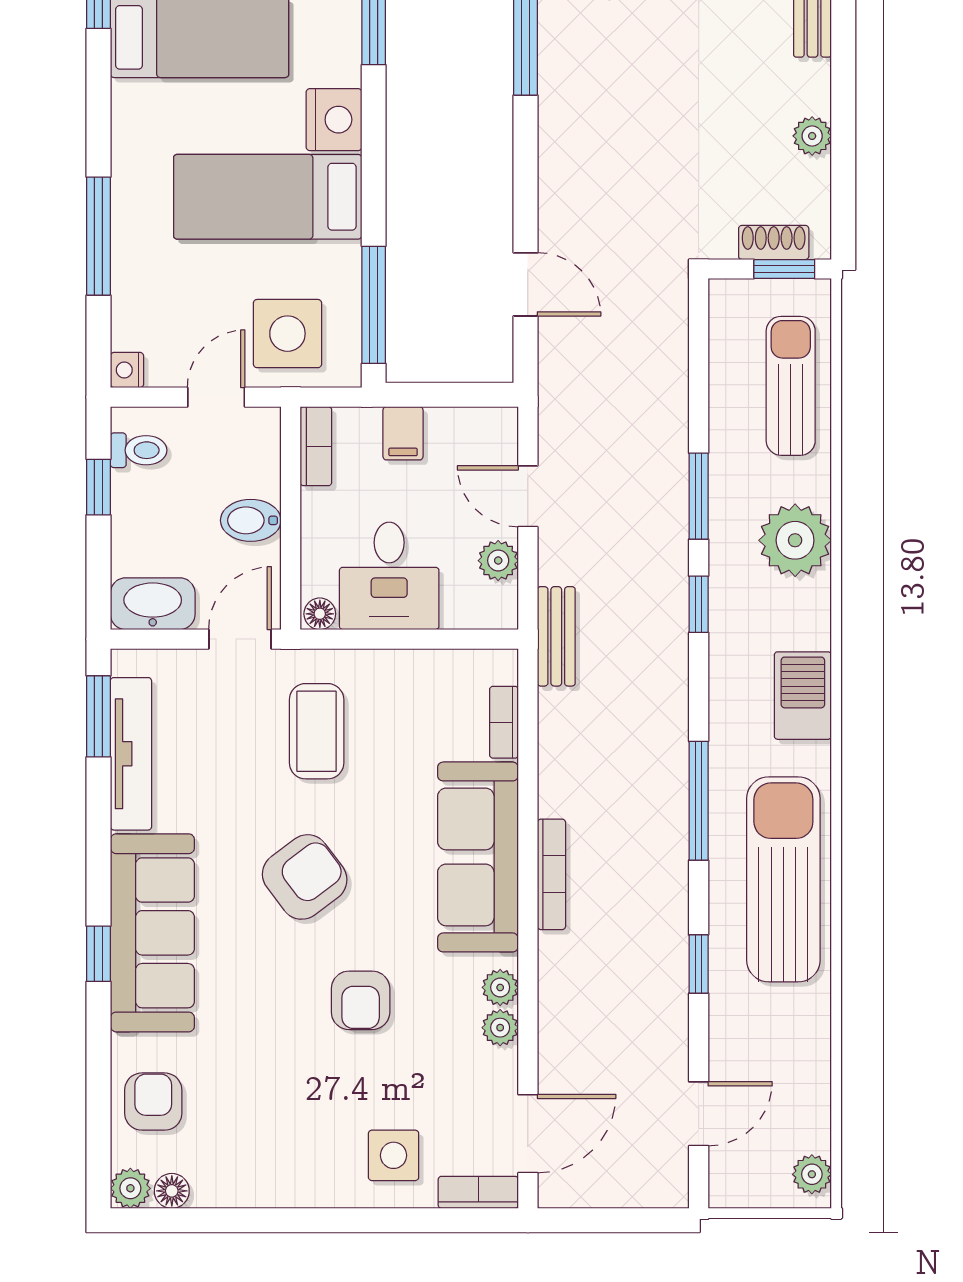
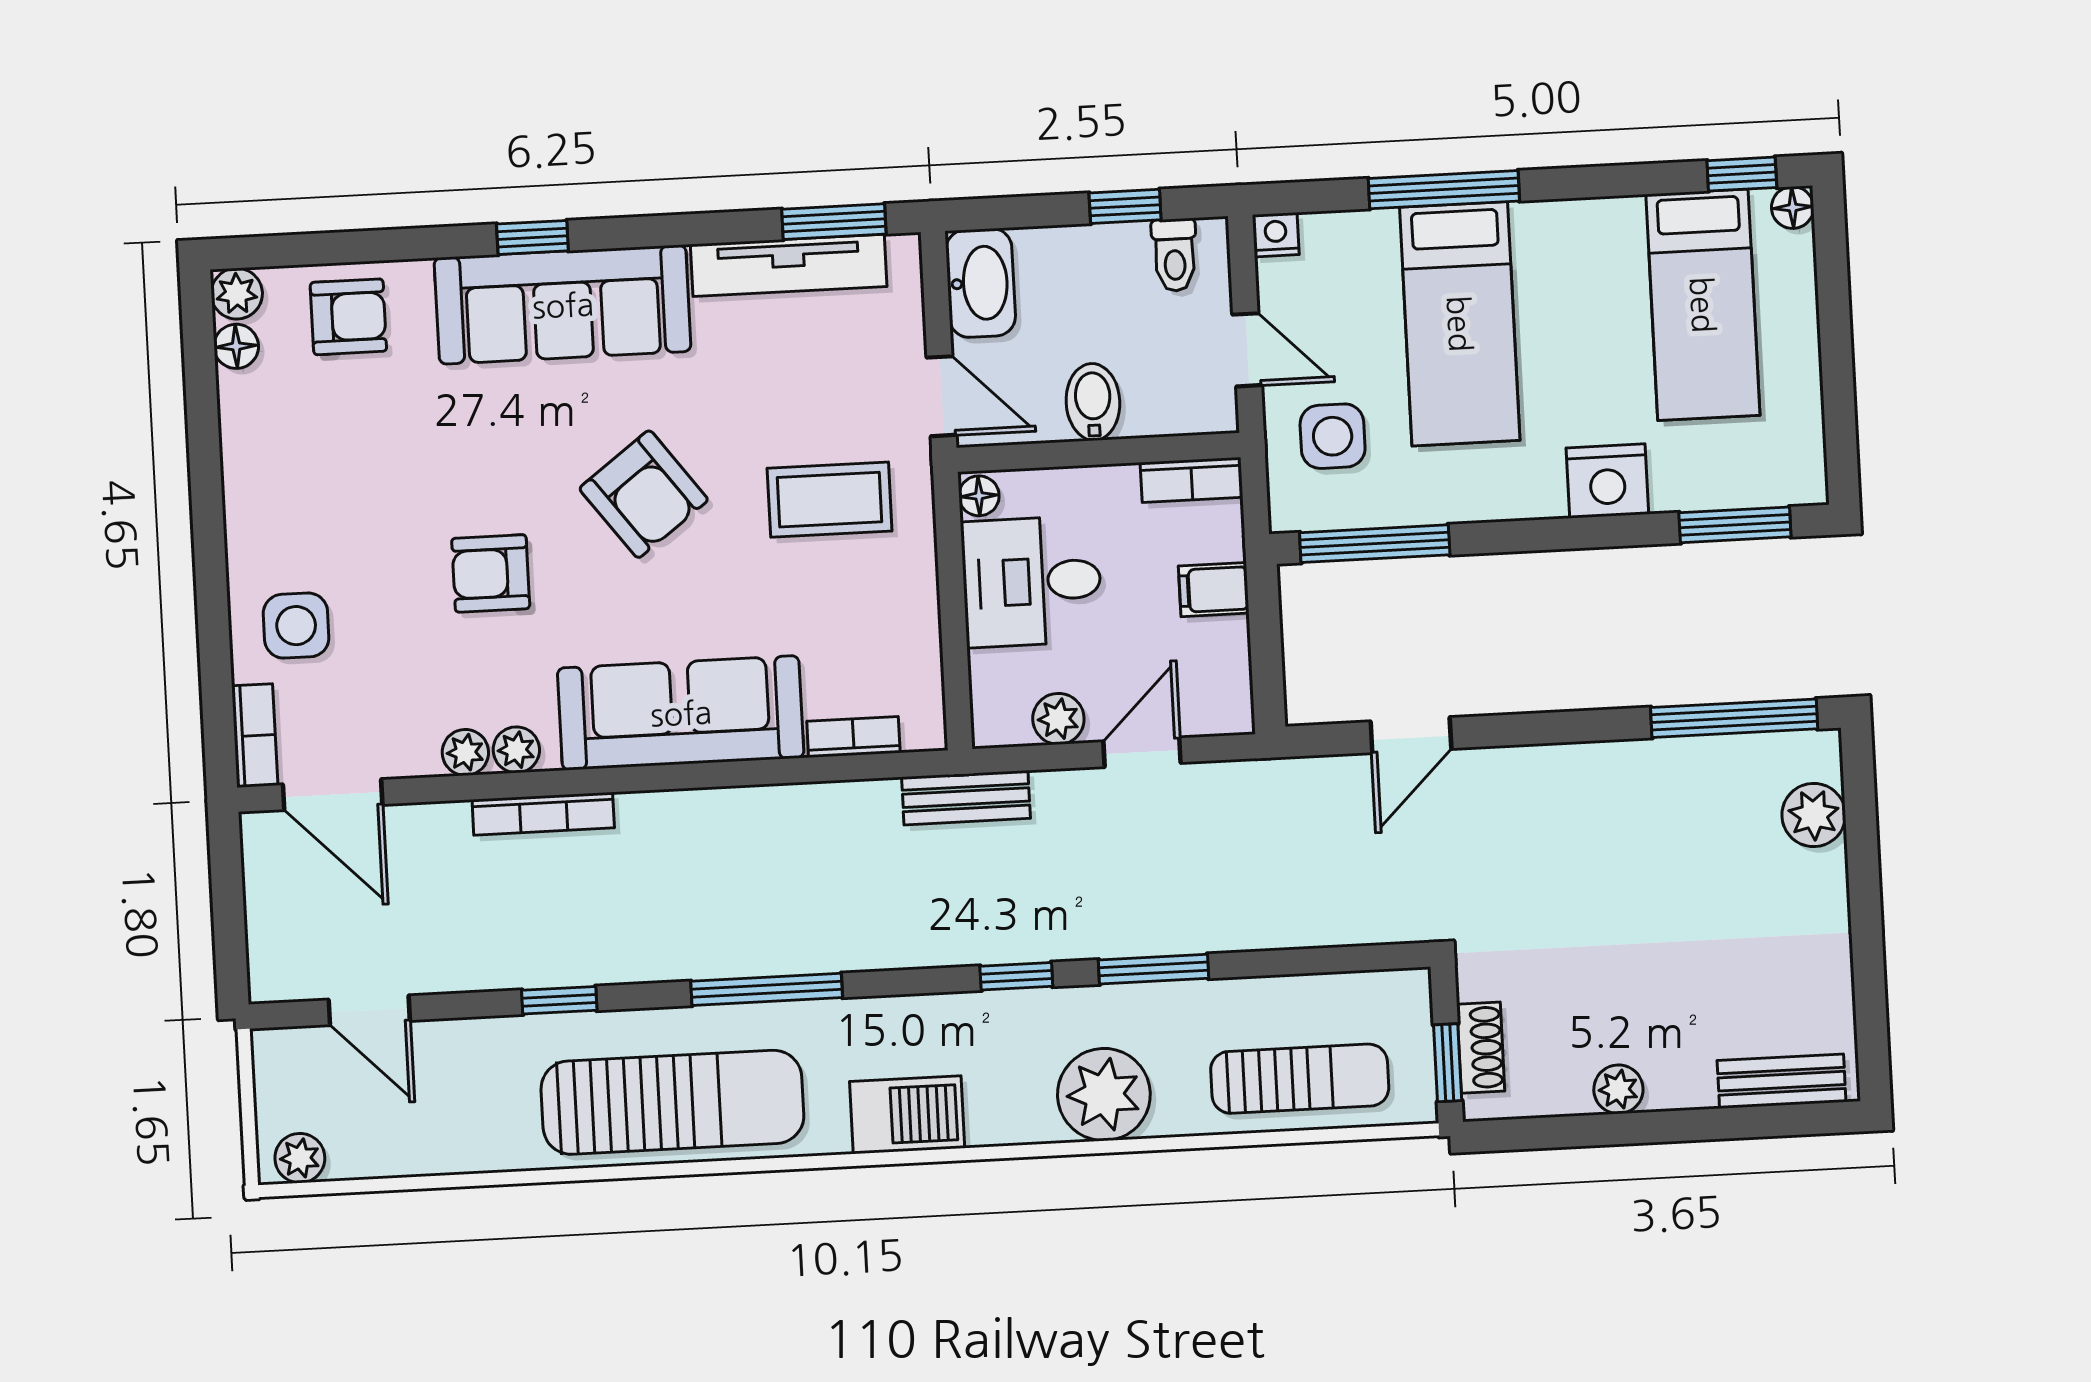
bed: (268, 197) -> (1460, 324), moved, turned 180
side table: (287, 334) -> (1333, 436), width x0.73, depth x0.73
bookcase: (551, 874) -> (543, 814), moved

